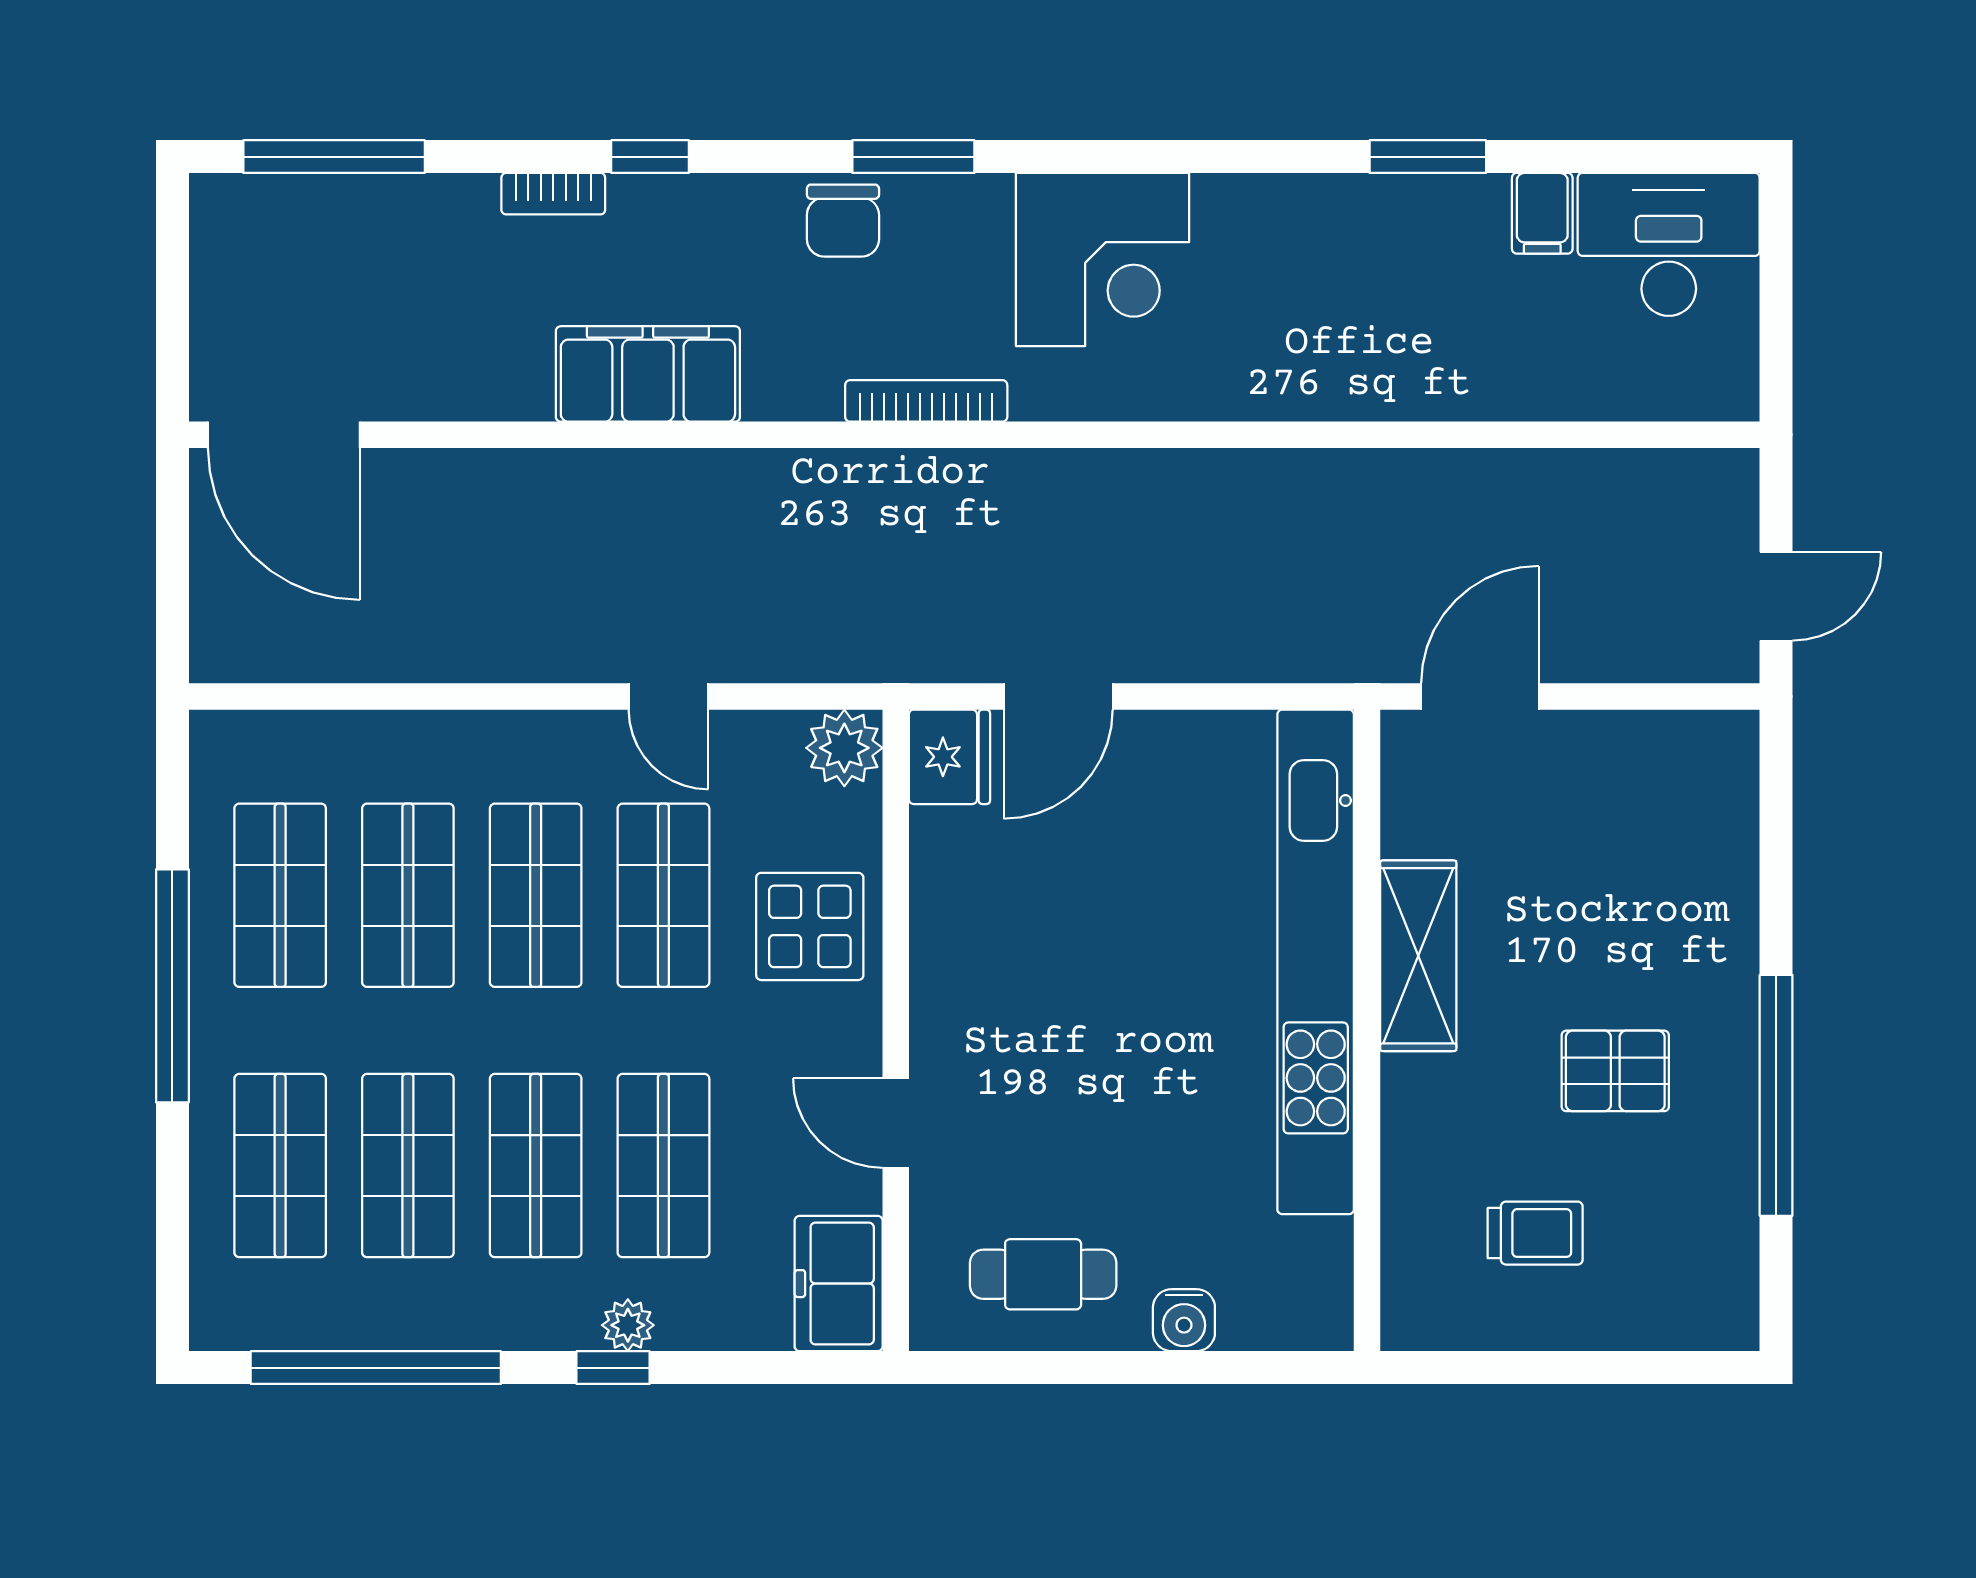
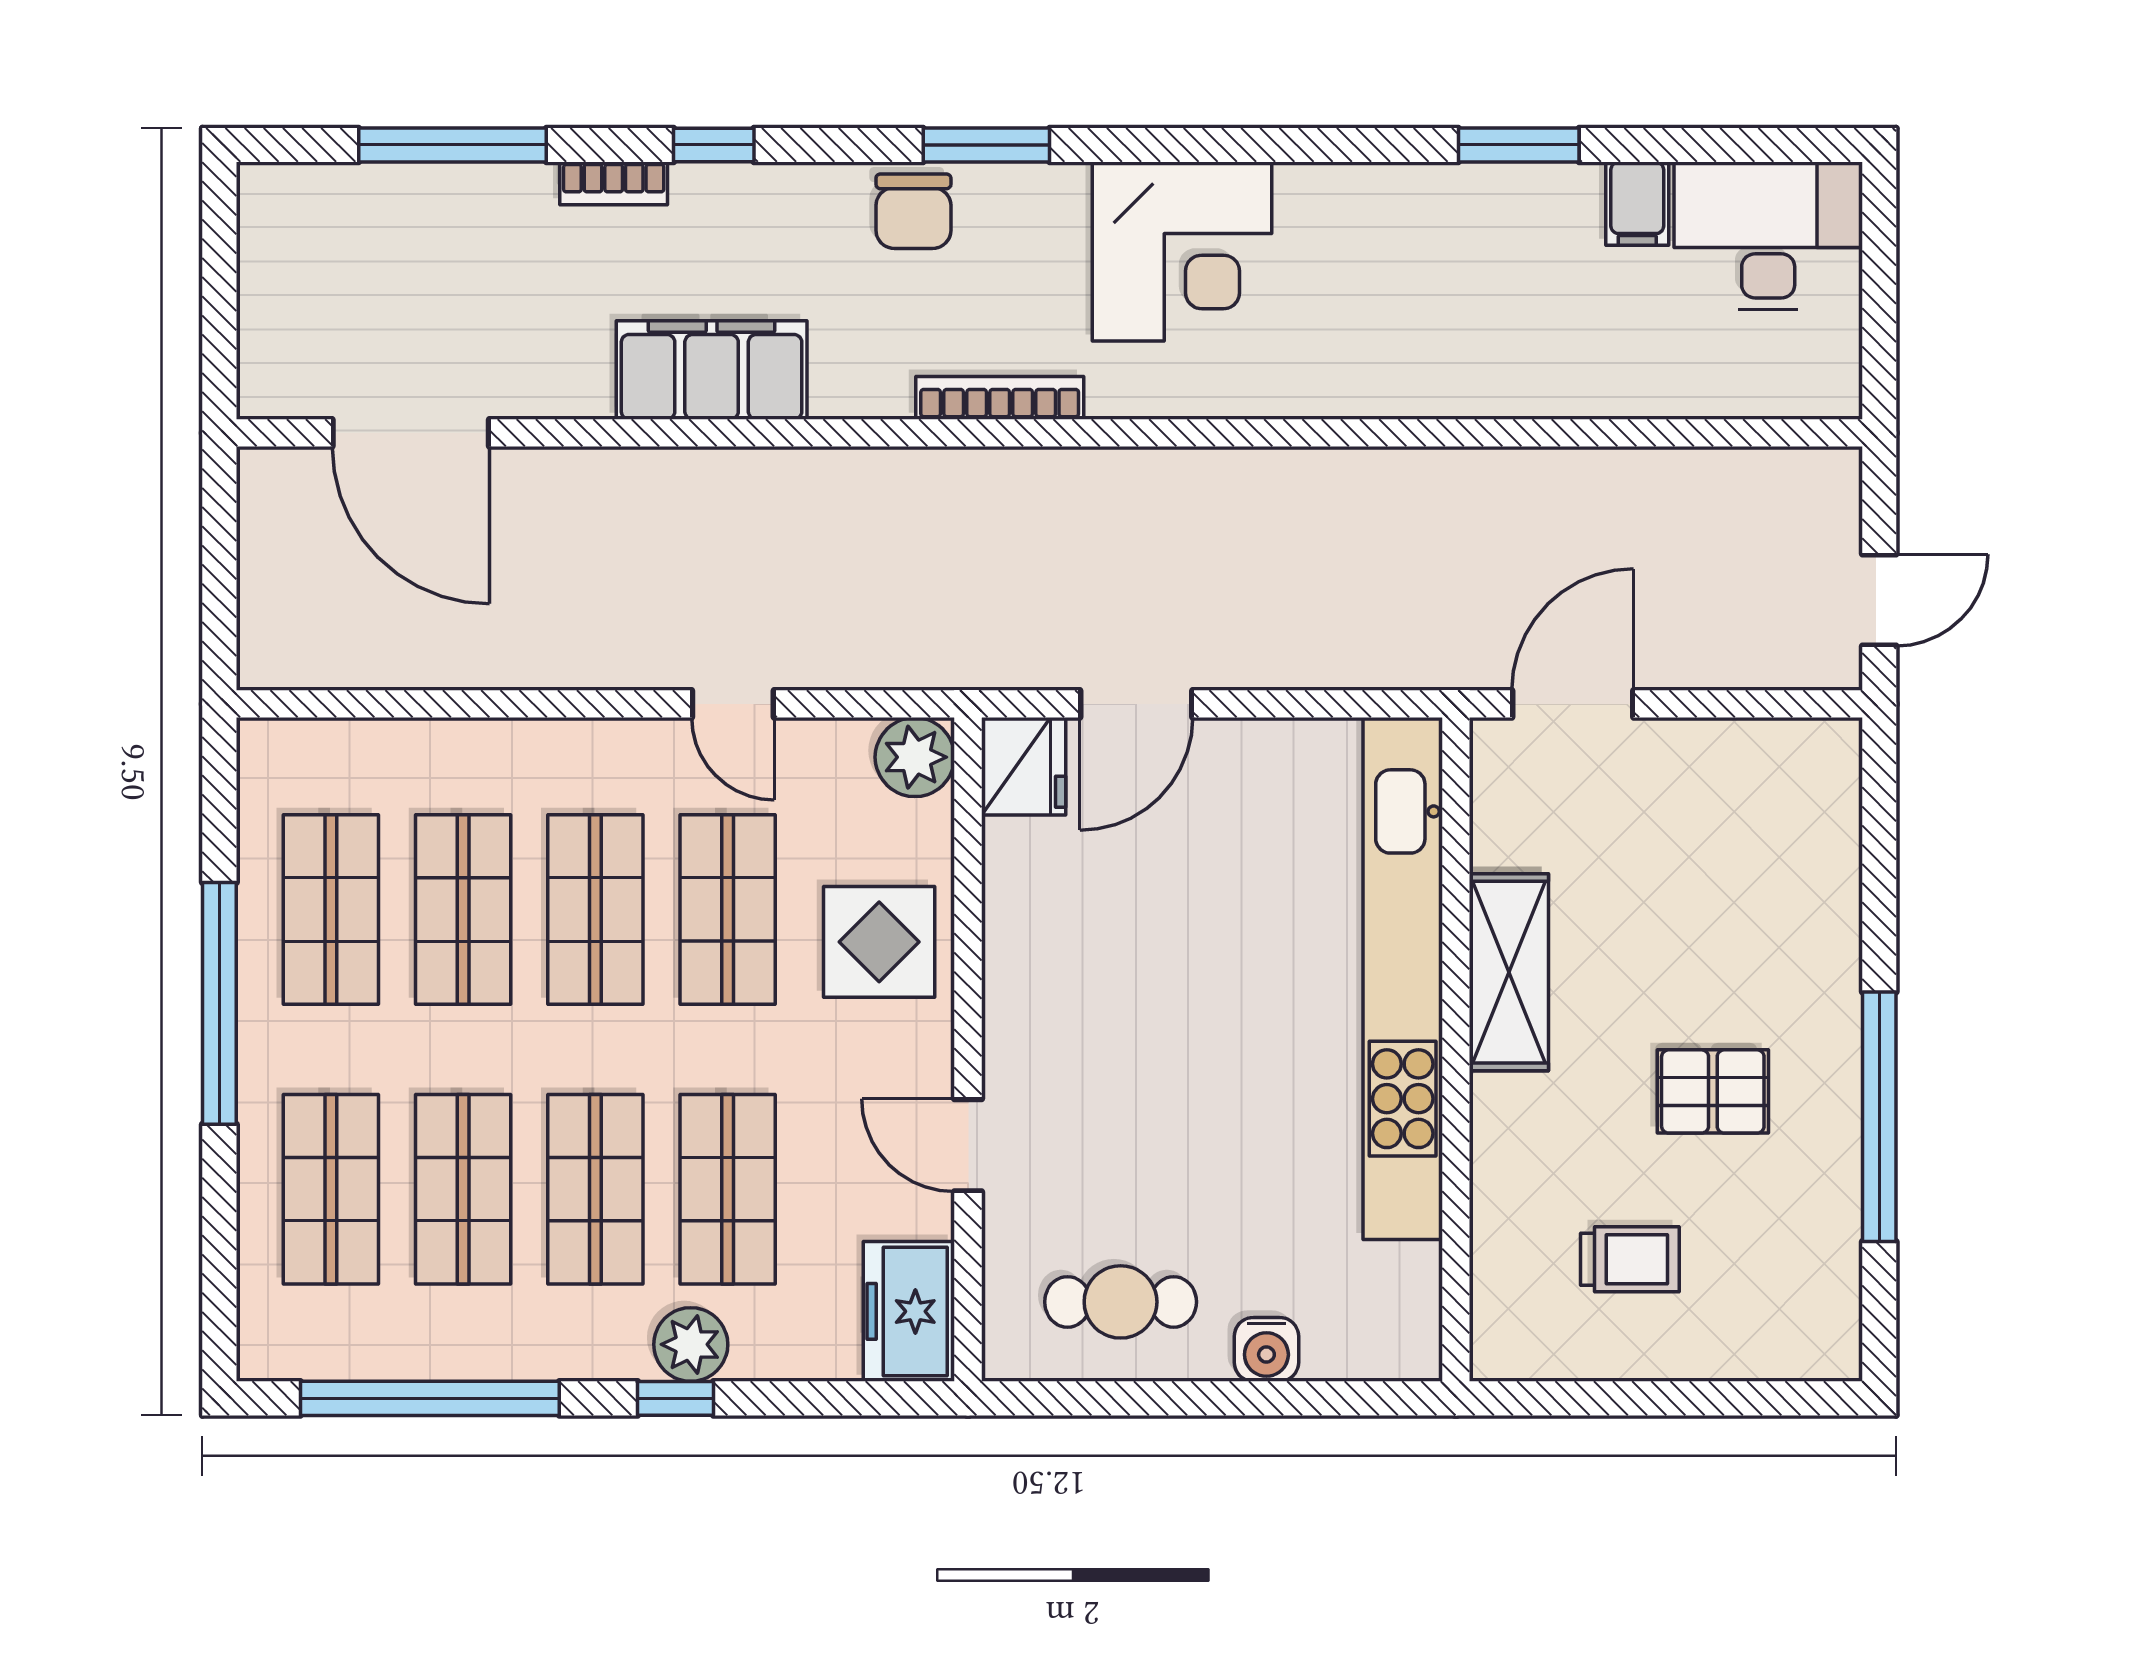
window: (334, 157) -> (452, 145), moved
door: (284, 435) -> (411, 433), moved
plant: (628, 1325) -> (691, 1344), width x1.38, depth x1.38

